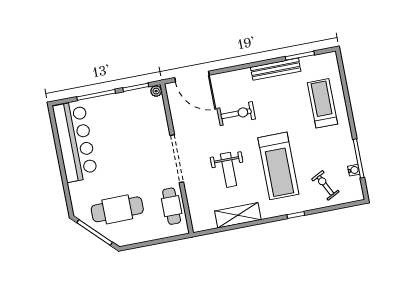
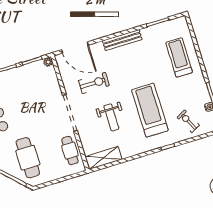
bench: (276, 69) -> (122, 40), moved
exercise bike: (236, 114) -> (94, 83), moved
treadmill: (278, 166) -> (150, 110), turned 180
cafe table: (117, 209) -> (28, 158), turned 90
shelving: (238, 215) -> (103, 158), moved

